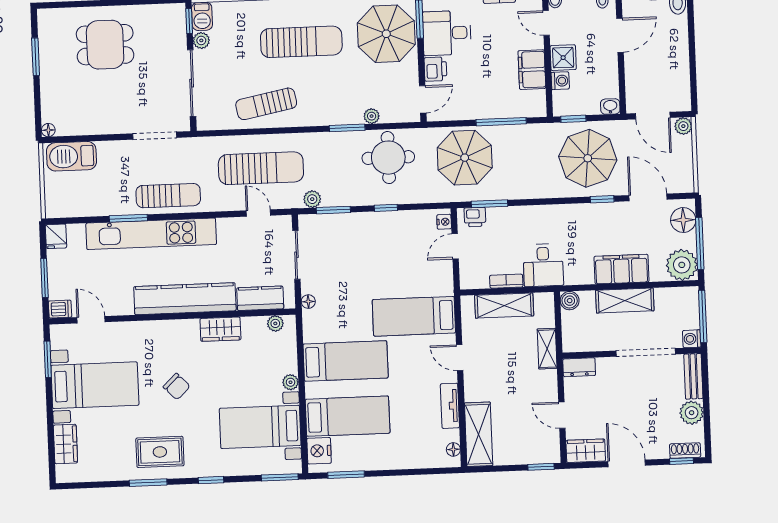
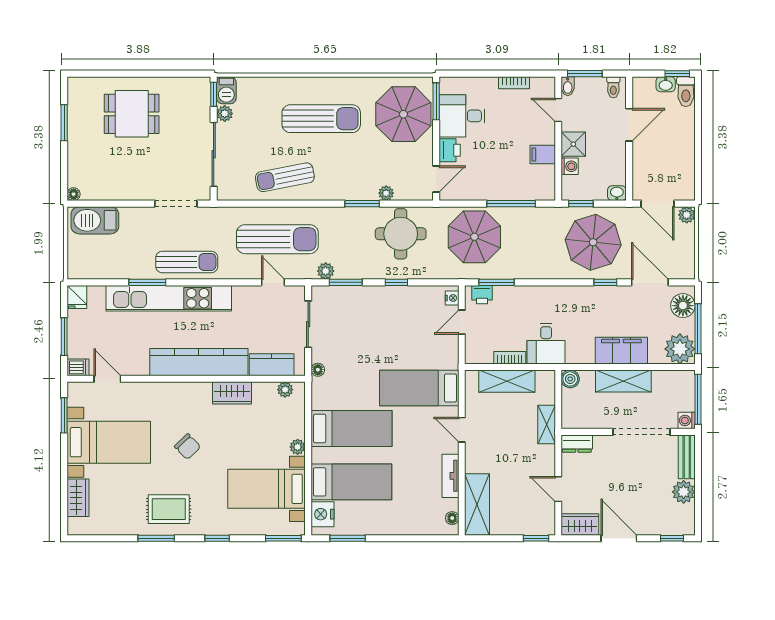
filing cabinet: (532, 70) -> (543, 154), width x0.50
shoe rack: (685, 451) -> (676, 528), removed

